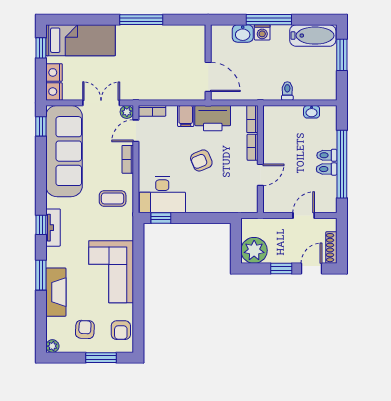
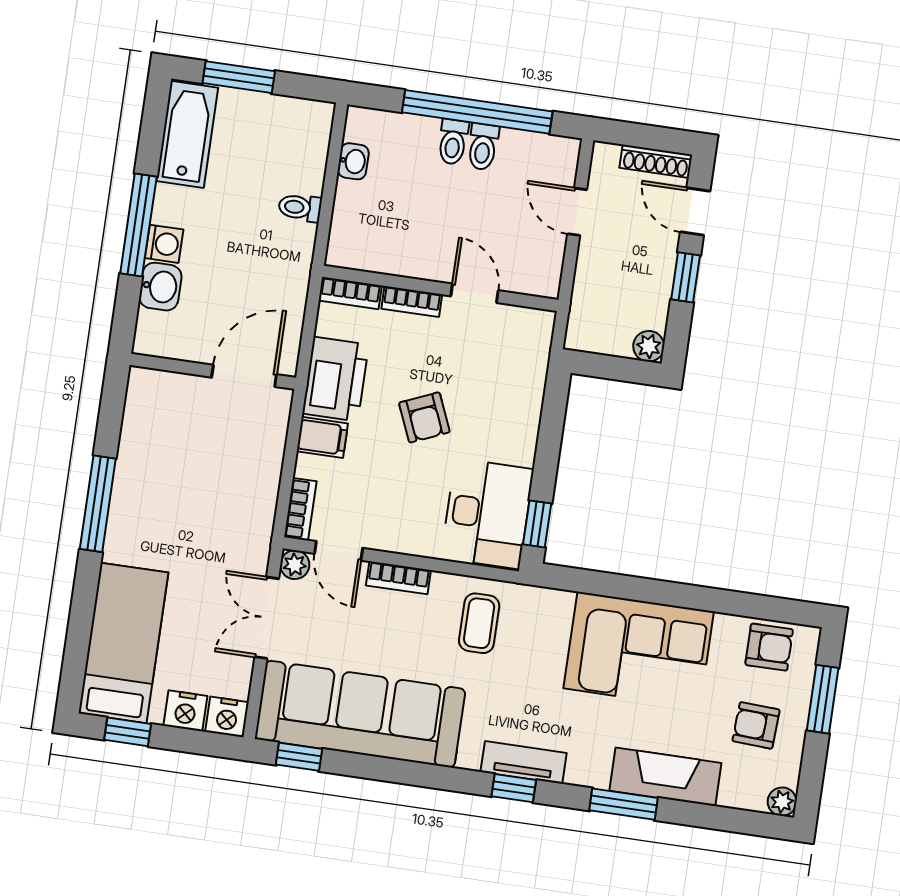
plant: (254, 250) -> (649, 346), width x0.53, depth x0.53

